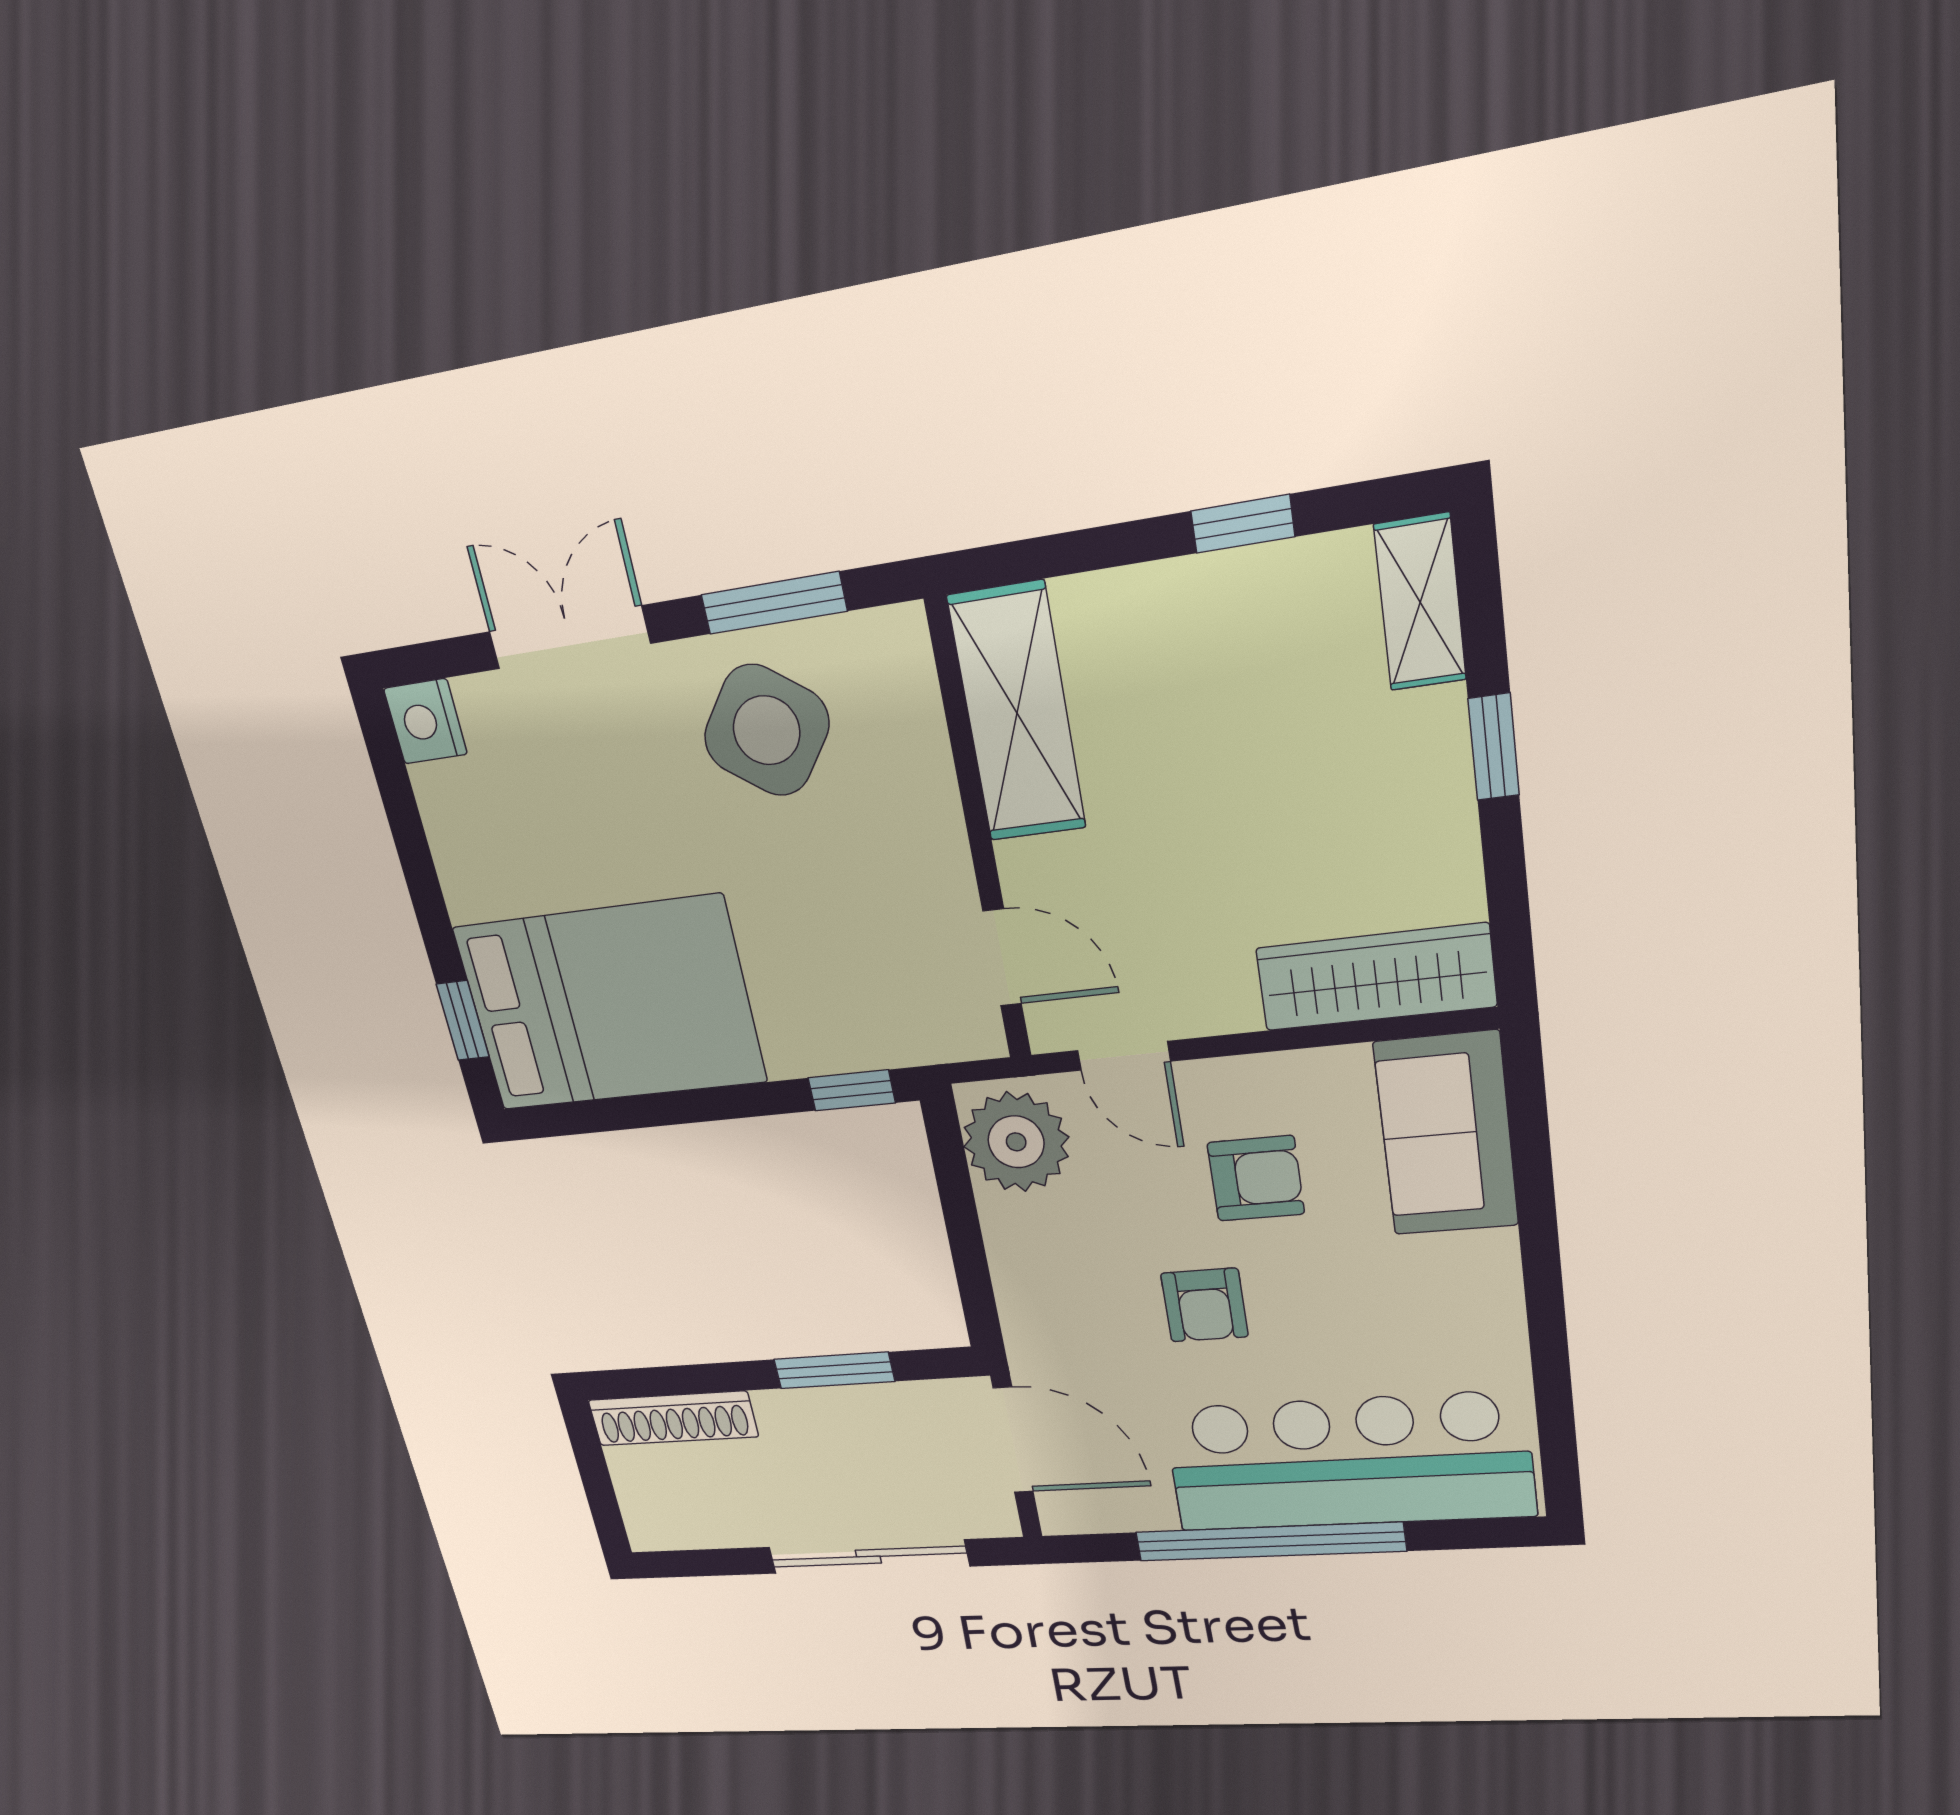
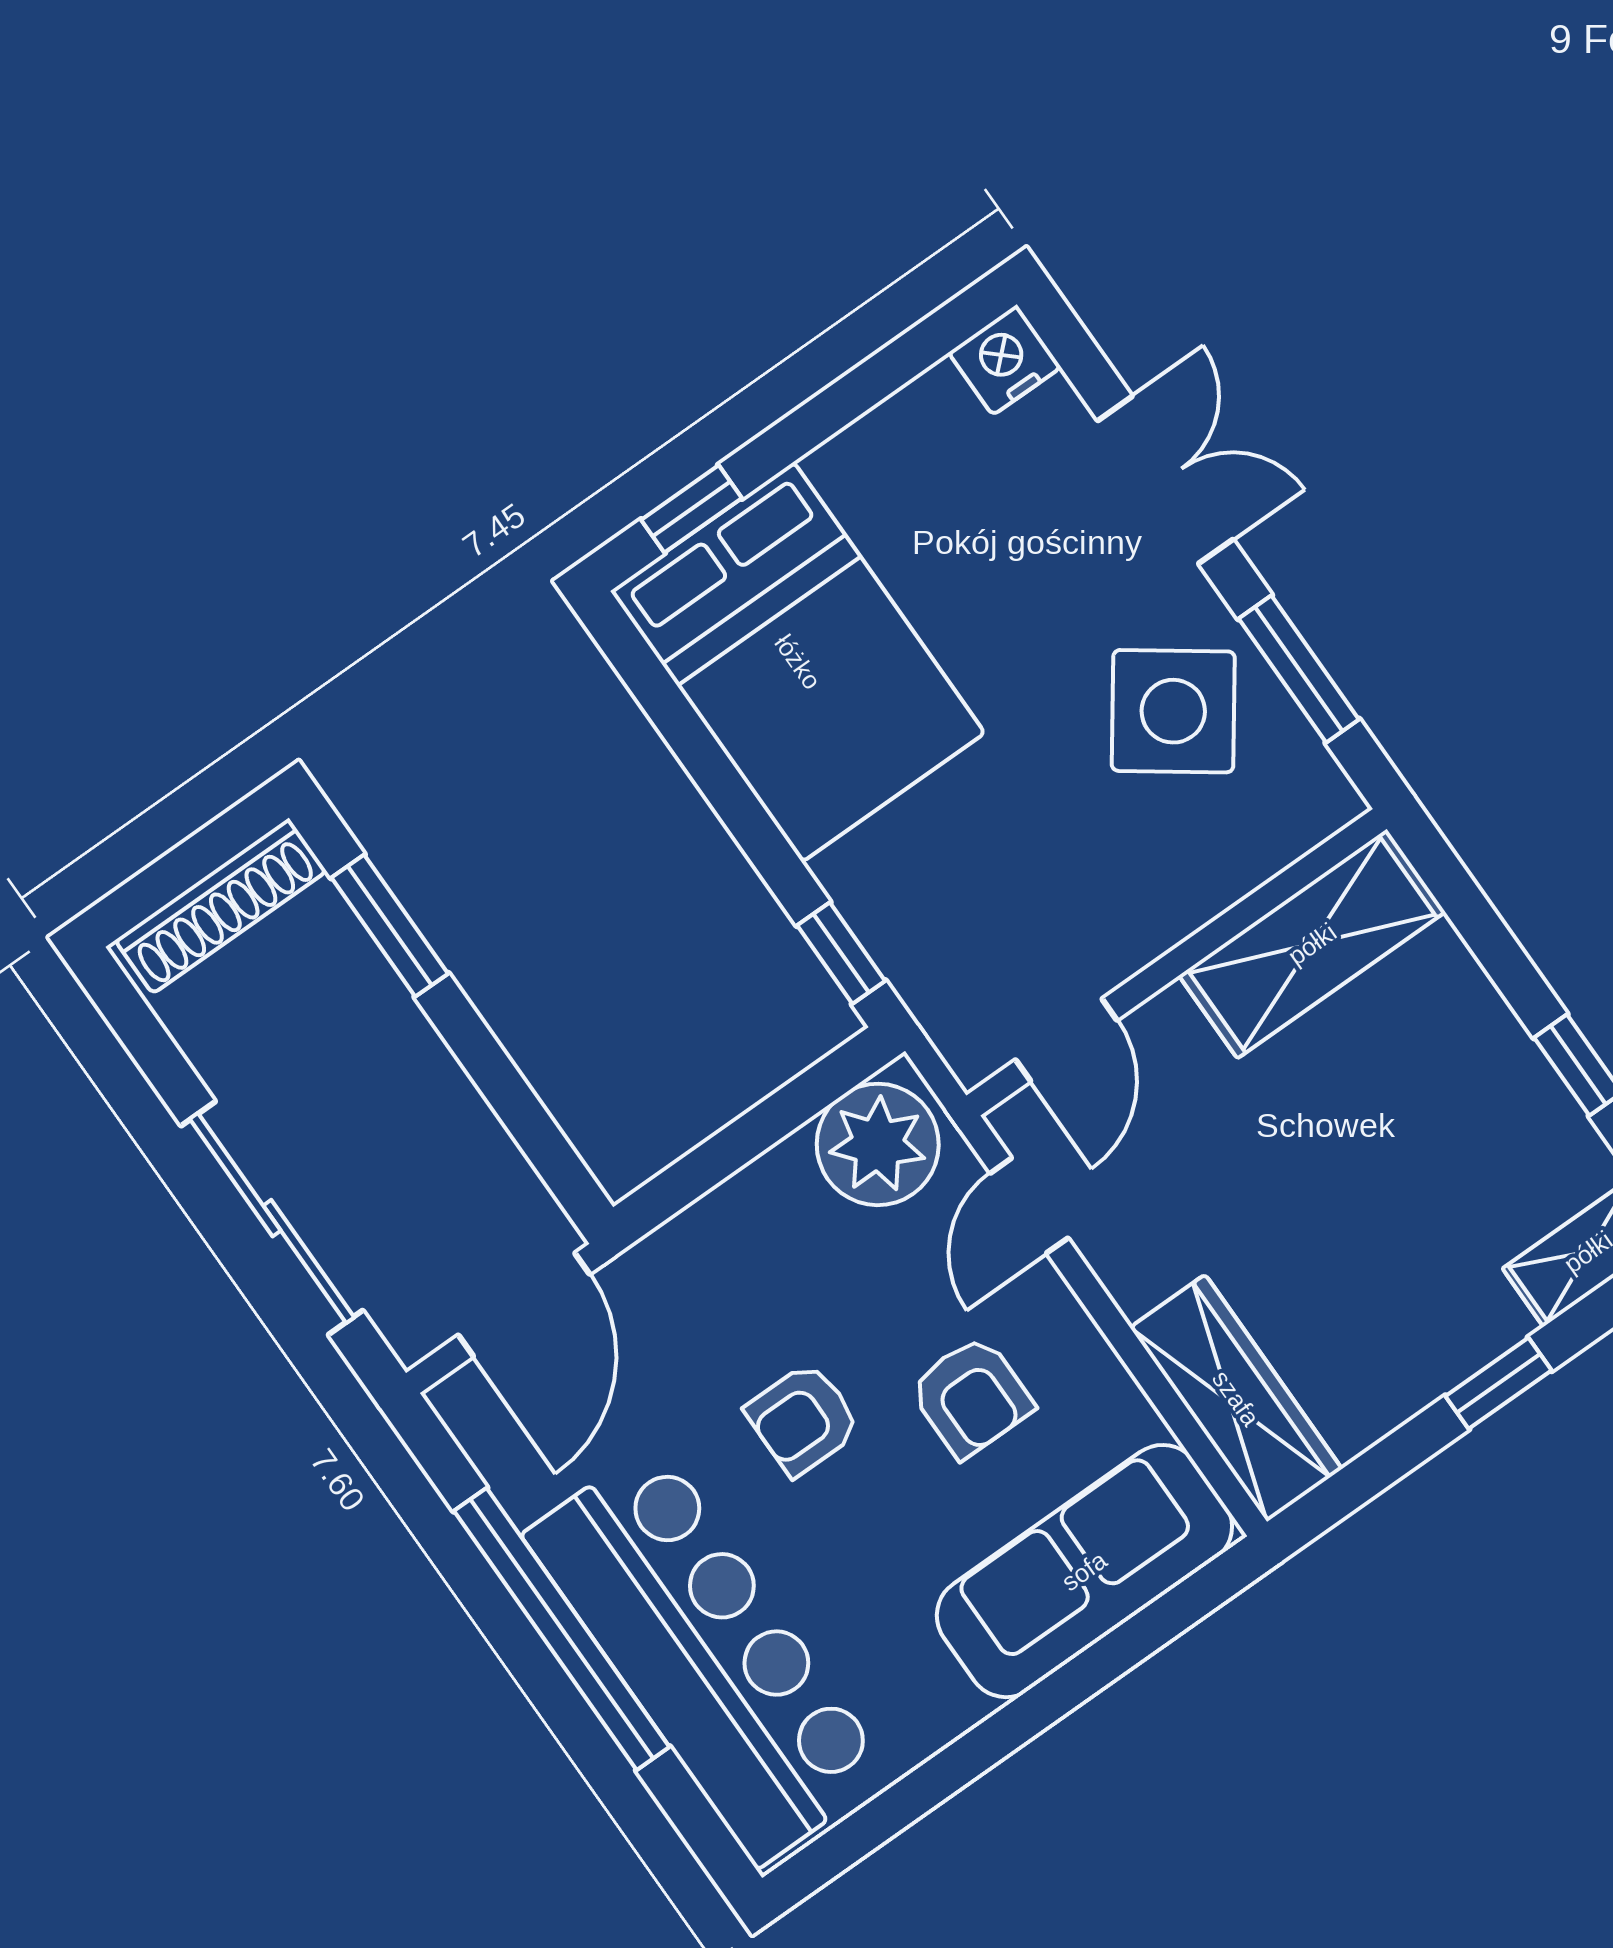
sofa: (1446, 1134) -> (1084, 1571), width x1.36
window: (834, 1370) -> (390, 926), moved
shoe rack: (673, 1418) -> (221, 906), moved, turned -90

